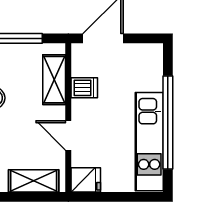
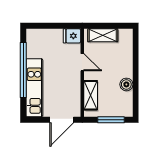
dishwasher: (84, 88) -> (73, 90), removed
kitchen unit: (149, 142) -> (34, 88), moved

